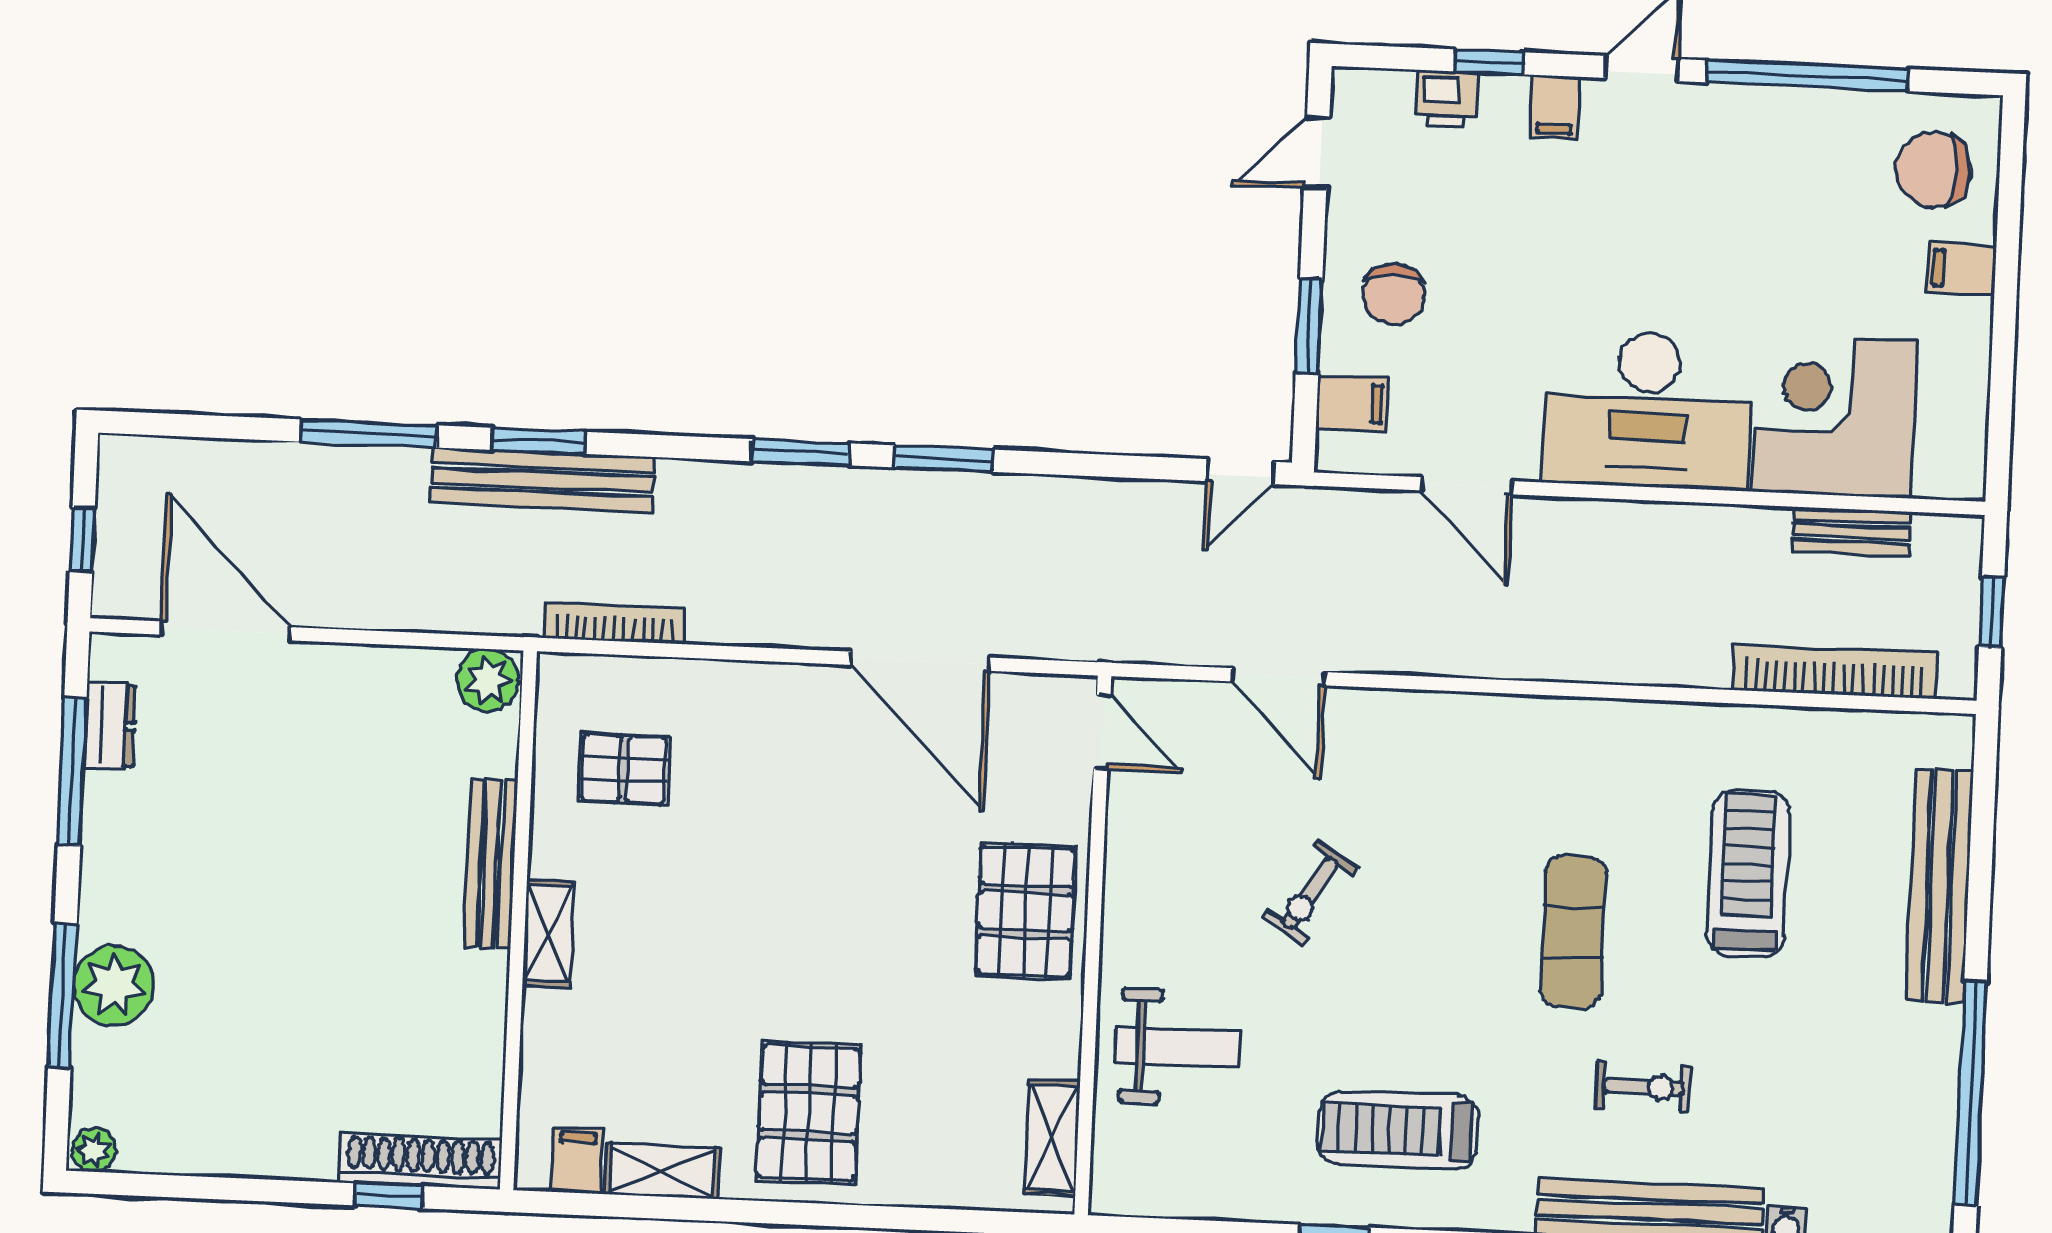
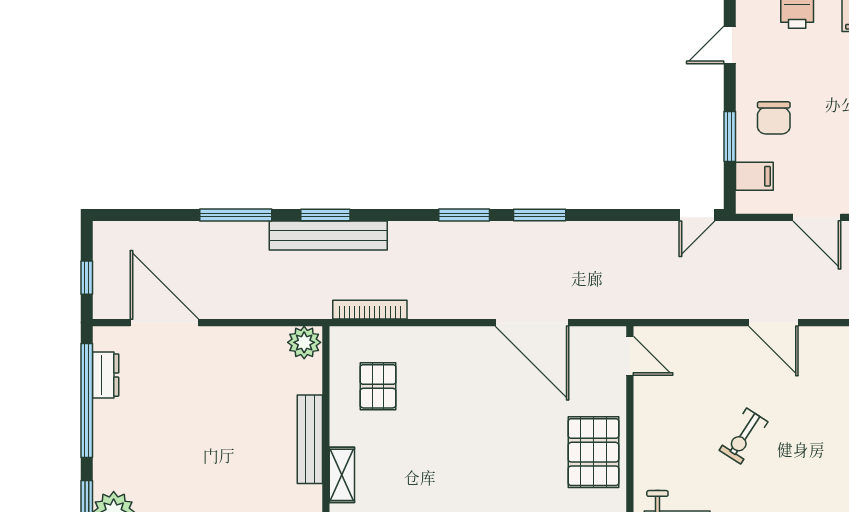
door: (1278, 677) -> (773, 323), moved
pallet: (624, 769) -> (378, 386), turned 90
window: (72, 772) -> (87, 400), width x1.46

